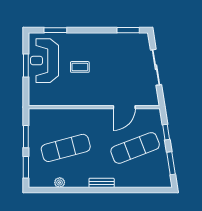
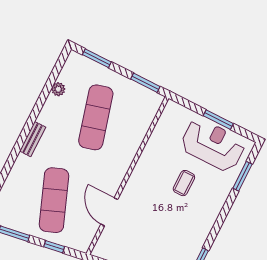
window: (26, 137) -> (145, 83), moved

